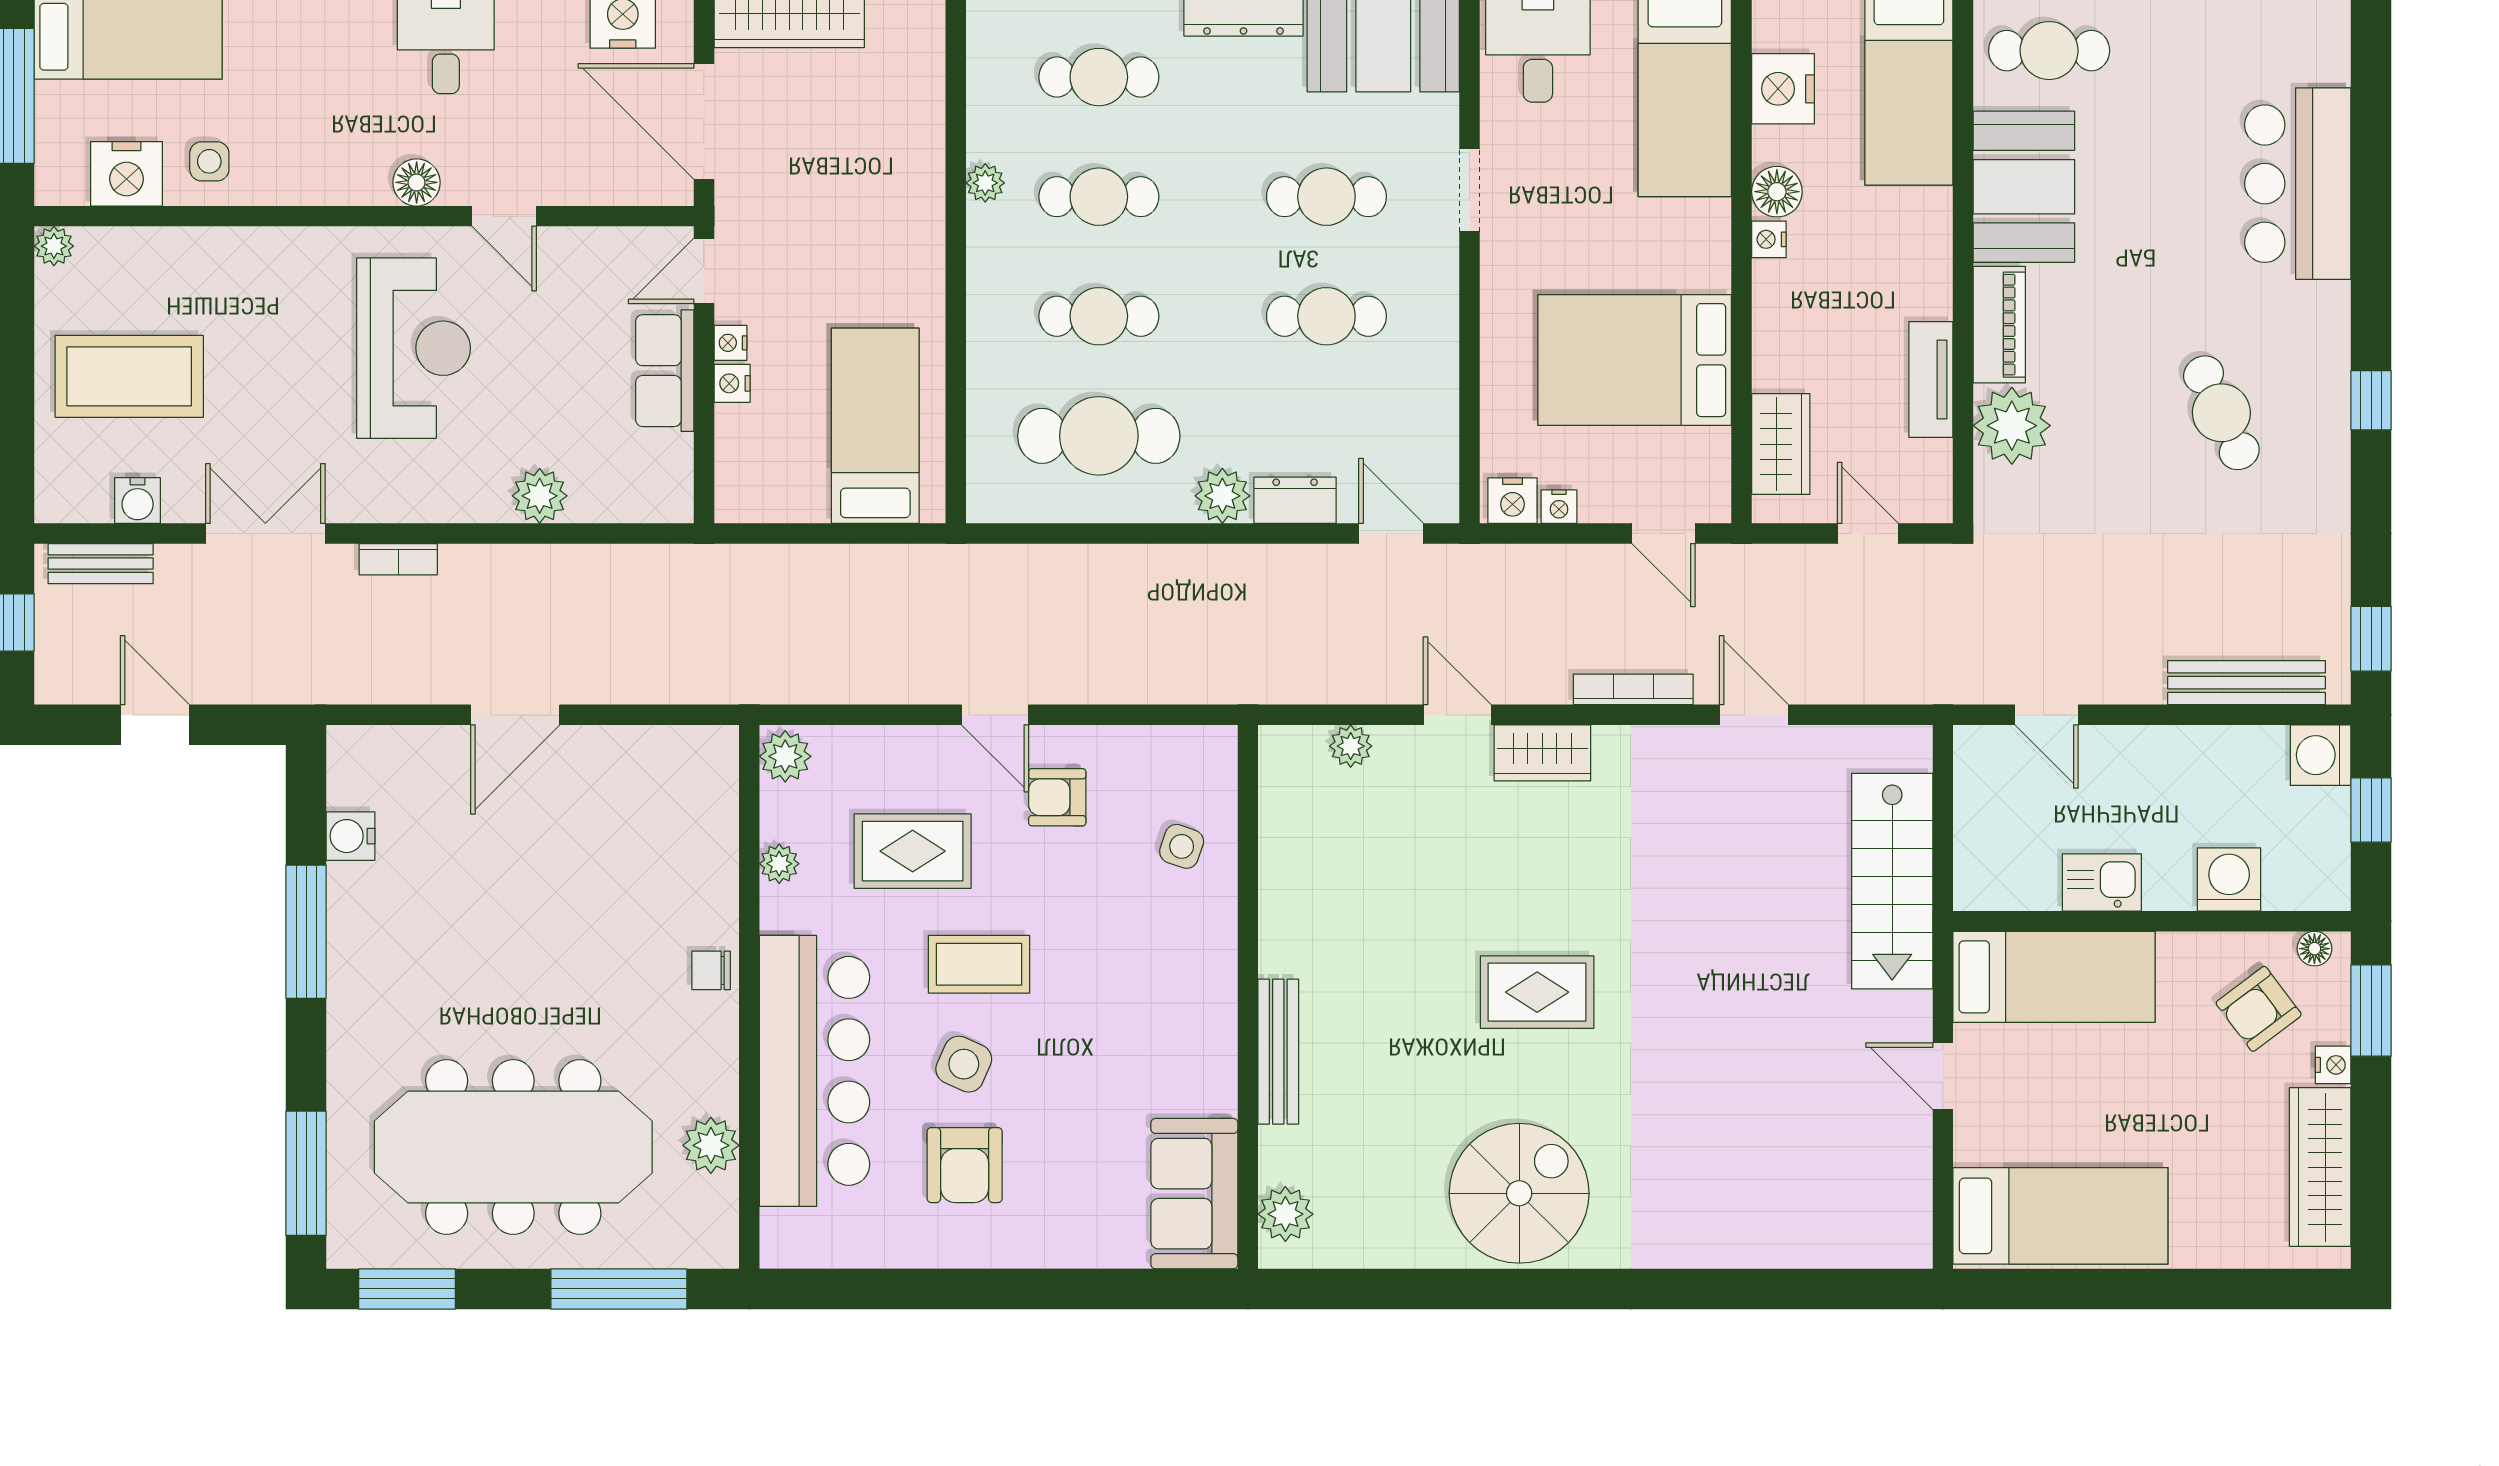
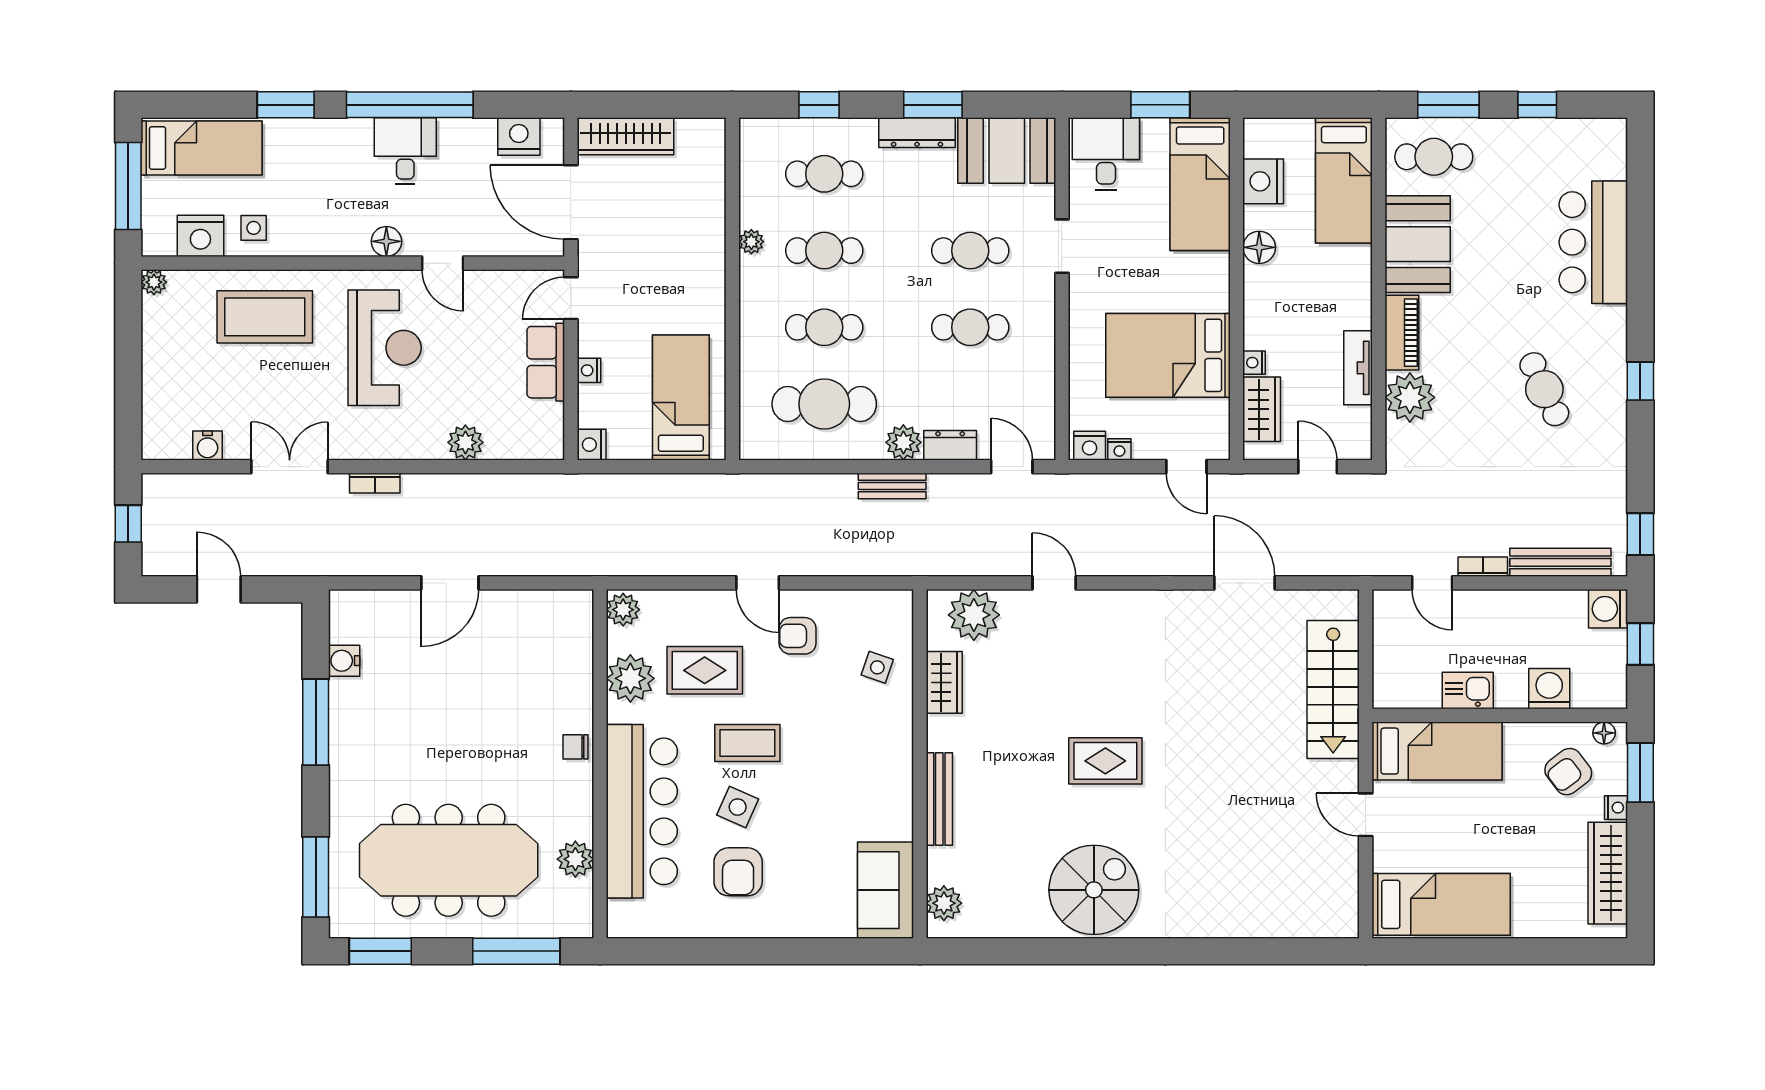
nightstand: (1769, 239) -> (1254, 363), moved
nightstand: (730, 343) -> (592, 445), moved, width x1.39, depth x1.35
coffee table: (129, 376) -> (265, 317), moved
bench: (101, 564) -> (892, 486), moved
bookcase: (1633, 689) -> (1483, 567), moved, width x0.64
door: (1754, 715) -> (1244, 583), width x1.38
plant: (1351, 746) -> (974, 615), width x1.88, depth x1.88
wardrobe: (1542, 753) -> (944, 682), moved, turned -90
plant: (779, 864) -> (630, 678), width x1.87, depth x1.87

